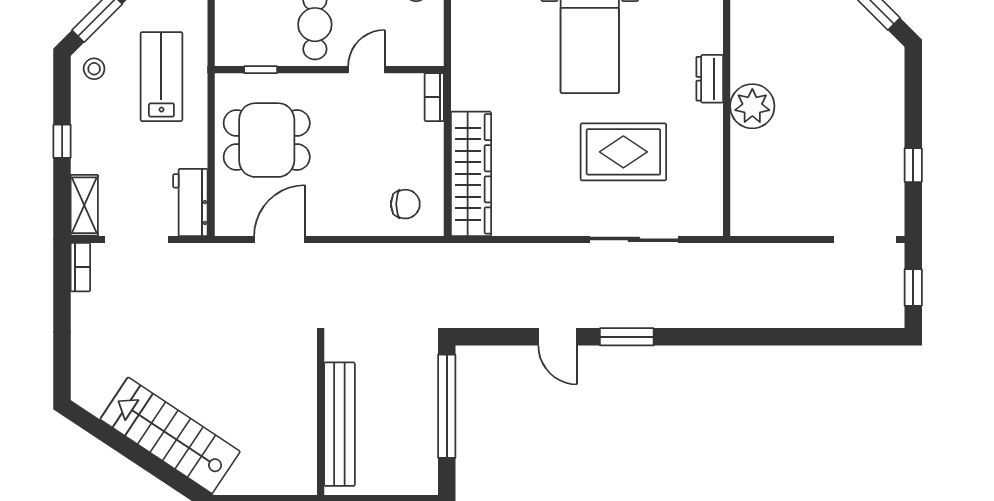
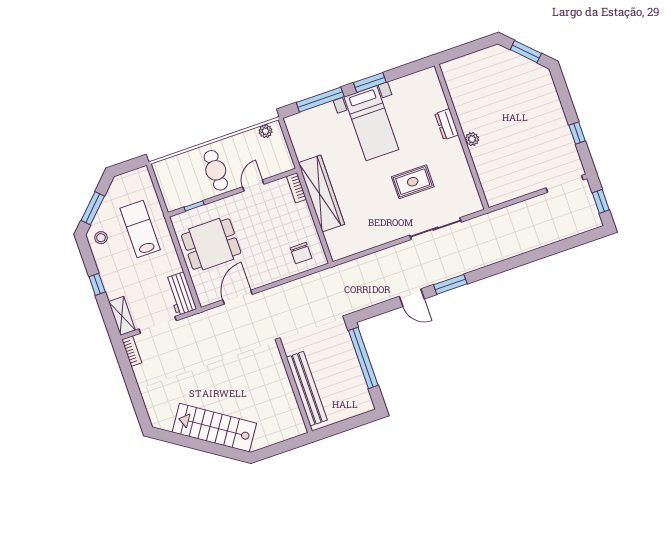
plant: (752, 106) -> (472, 139), width x0.53, depth x0.53
rug: (623, 152) -> (413, 182), width x0.73, depth x0.70
wardrobe: (471, 174) -> (321, 194), moved
chair: (405, 204) -> (301, 253), turned 90

